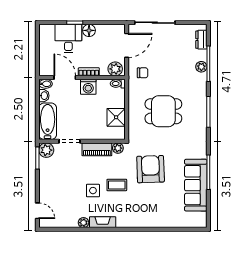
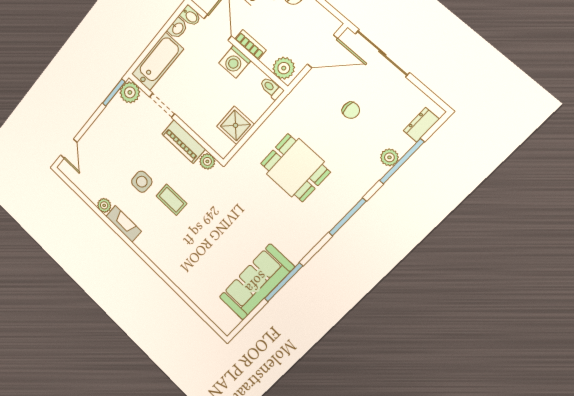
chair: (143, 73) -> (351, 110), moved
armchair: (151, 169) -> (222, 218), removed

